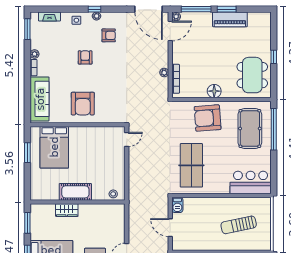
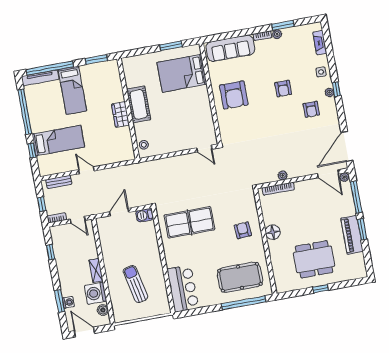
window: (27, 29) -> (283, 25), moved
armchair: (85, 57) -> (283, 89), turned 90
dining table: (252, 75) -> (314, 259), moved
armchair: (83, 104) -> (234, 95), turned -90
armchair: (208, 118) -> (243, 230), width x0.53, depth x0.53
wardrobe: (67, 210) -> (120, 115), moved

